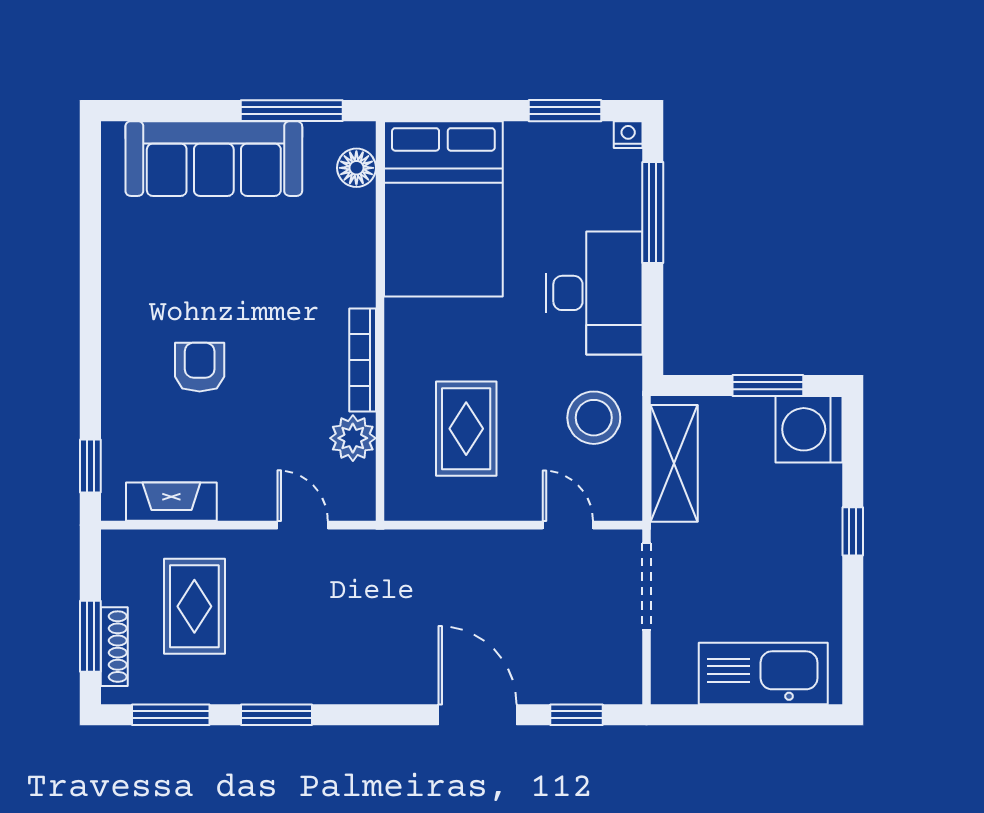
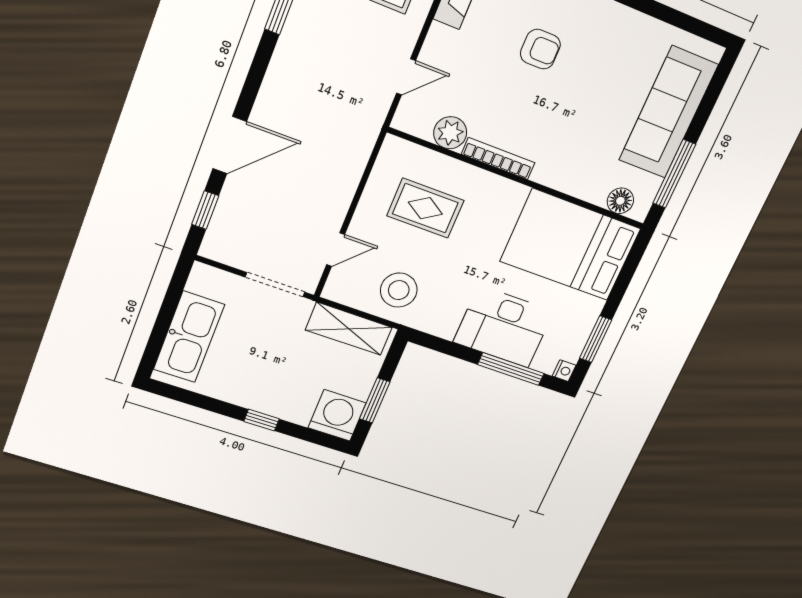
desk: (594, 293) -> (503, 327), moved

